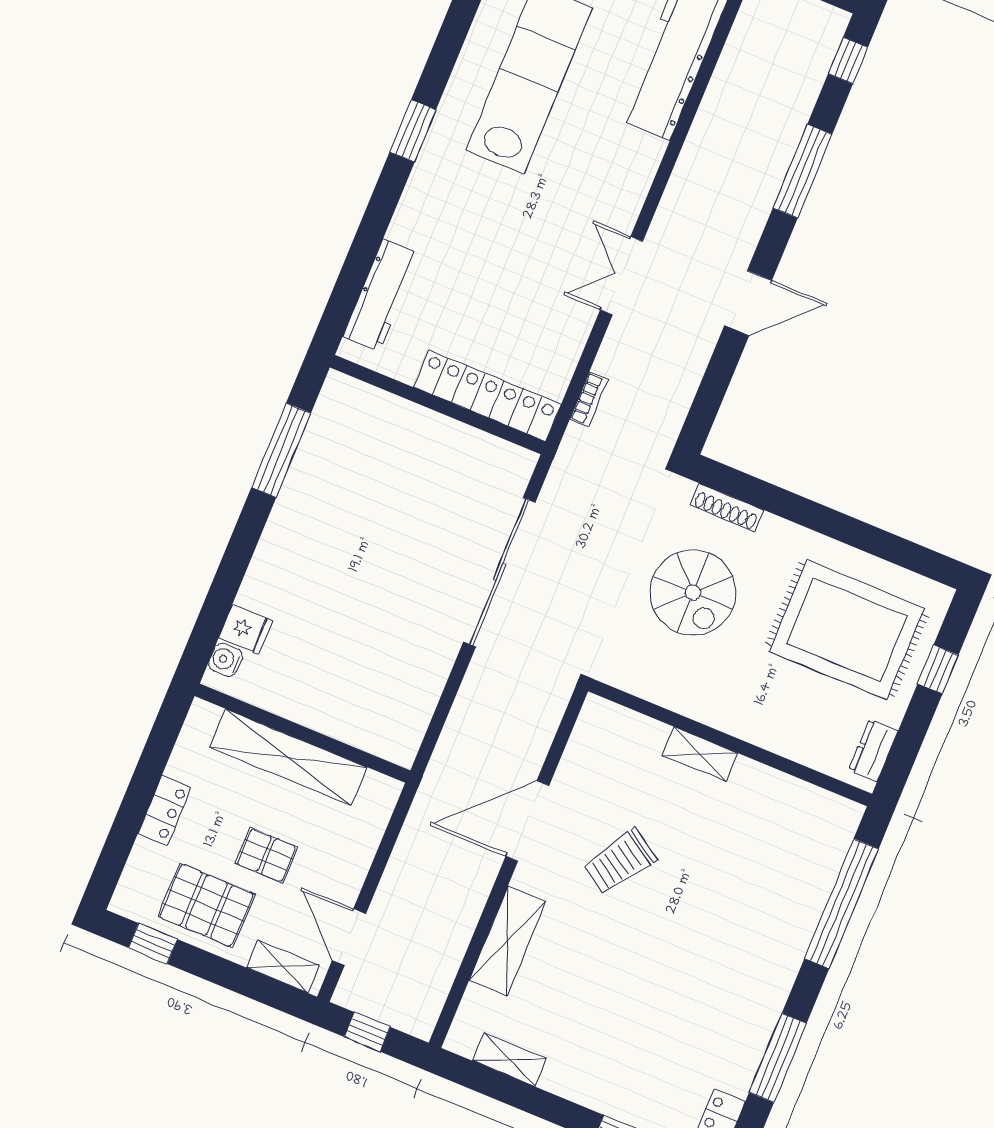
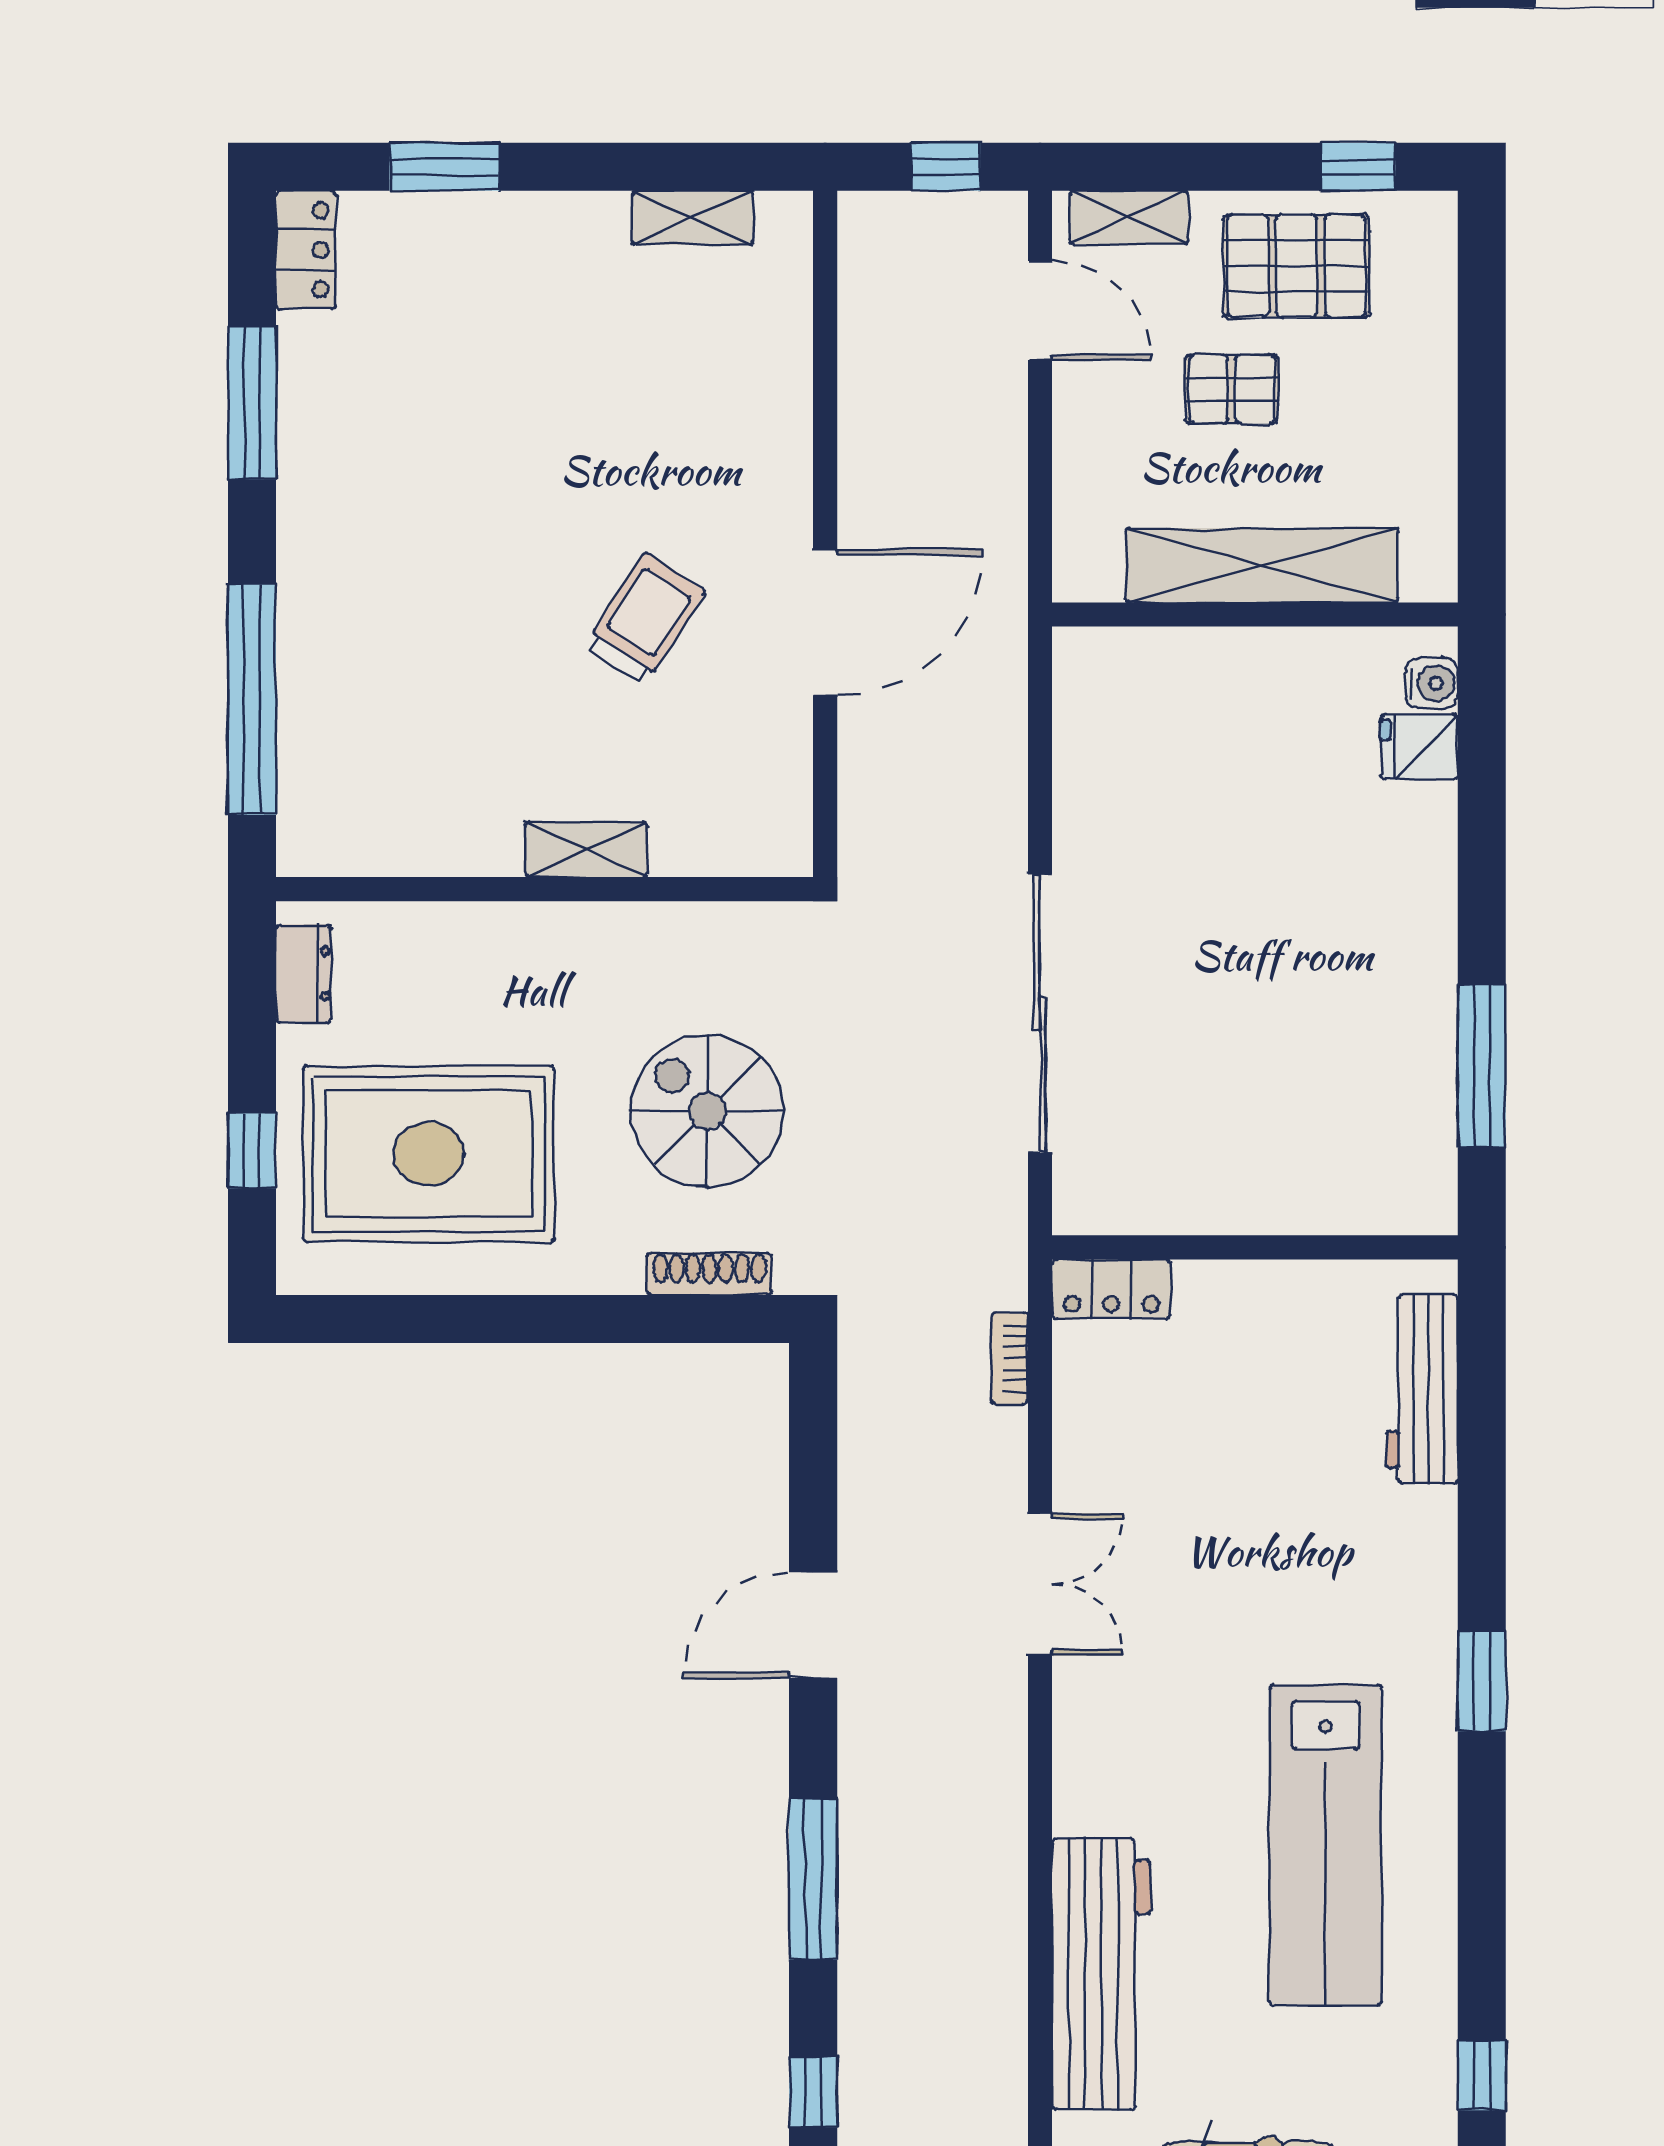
locker: (487, 396) -> (1111, 1289), width x0.46, depth x0.83
locker: (165, 810) -> (1429, 394), removed
shelving: (507, 941) -> (777, 411), removed

